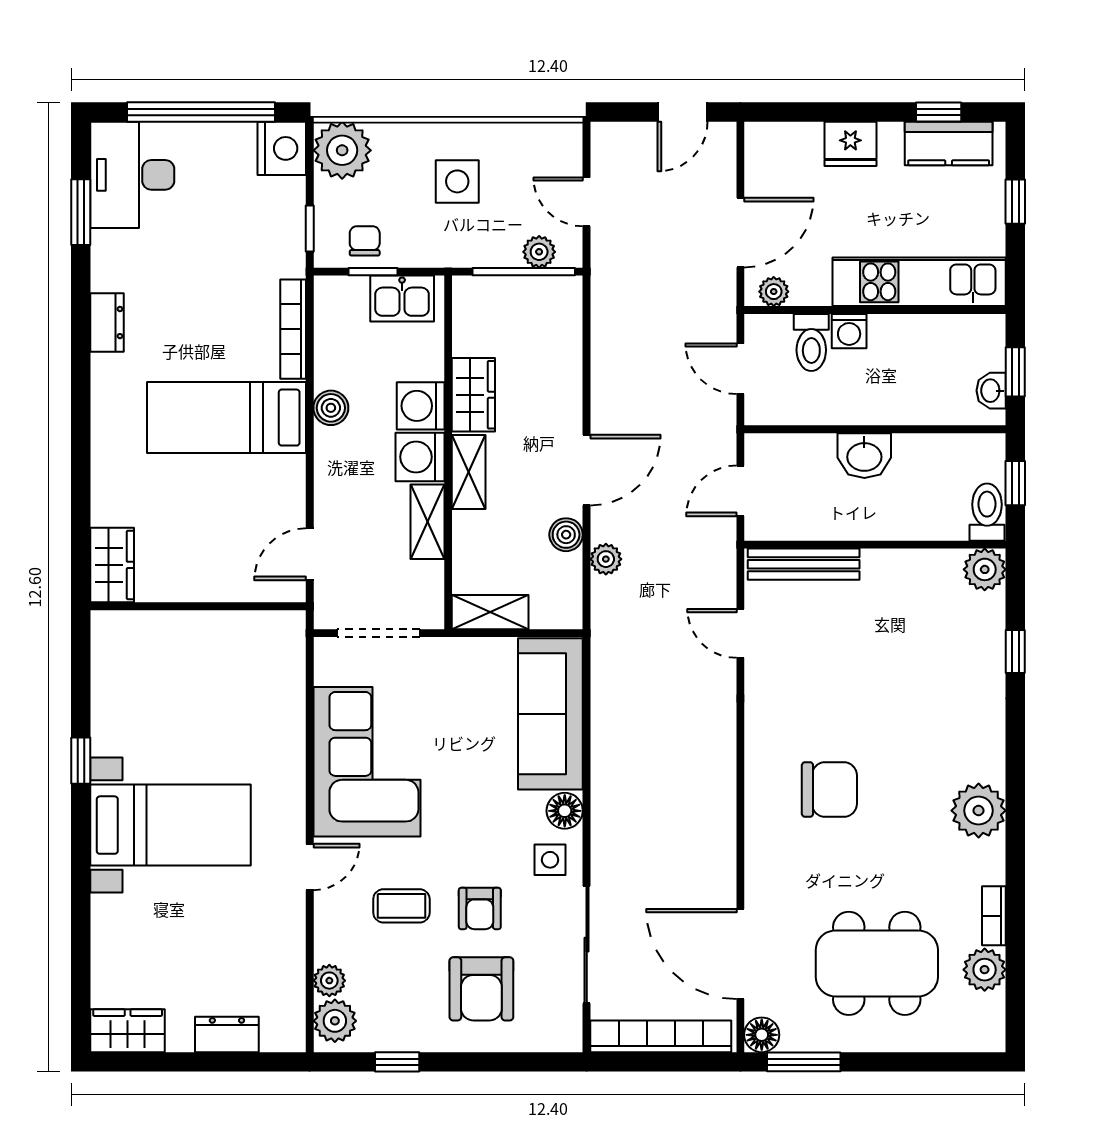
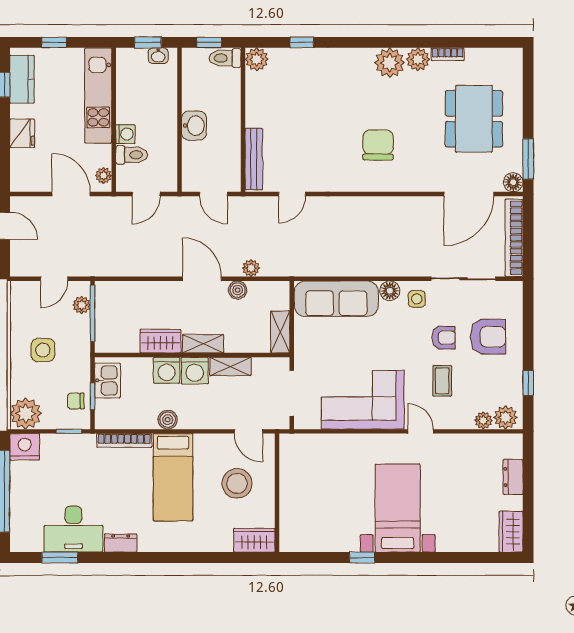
desk: (132, 175) -> (73, 529), moved
stool: (215, 534) -> (237, 483), added
plant: (985, 970) -> (418, 59), moved

